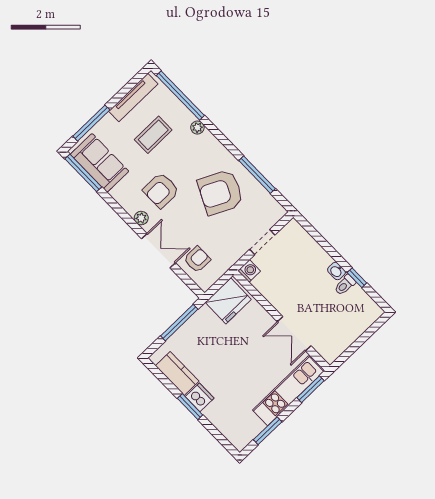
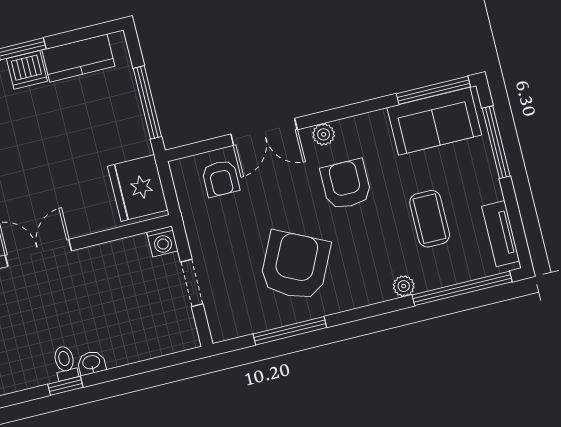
tv unit: (133, 98) -> (501, 234), width x0.71

